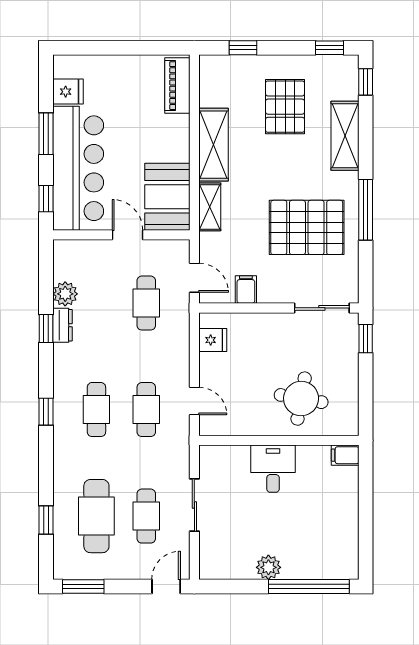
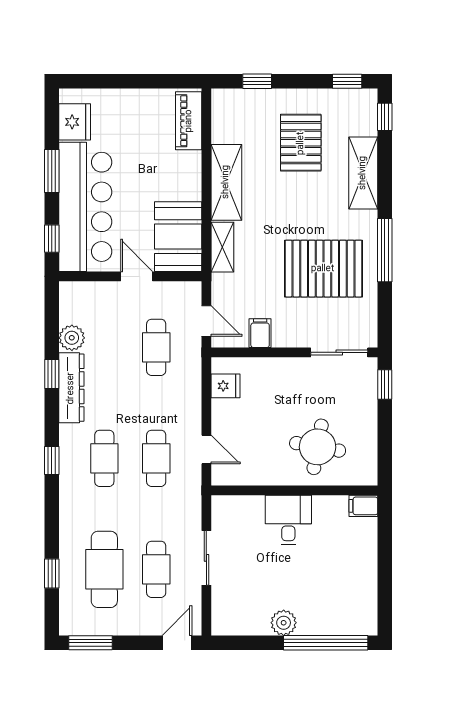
fridge: (68, 92) -> (75, 122), width x1.38
dresser: (63, 325) -> (71, 388), width x1.96, depth x1.24

